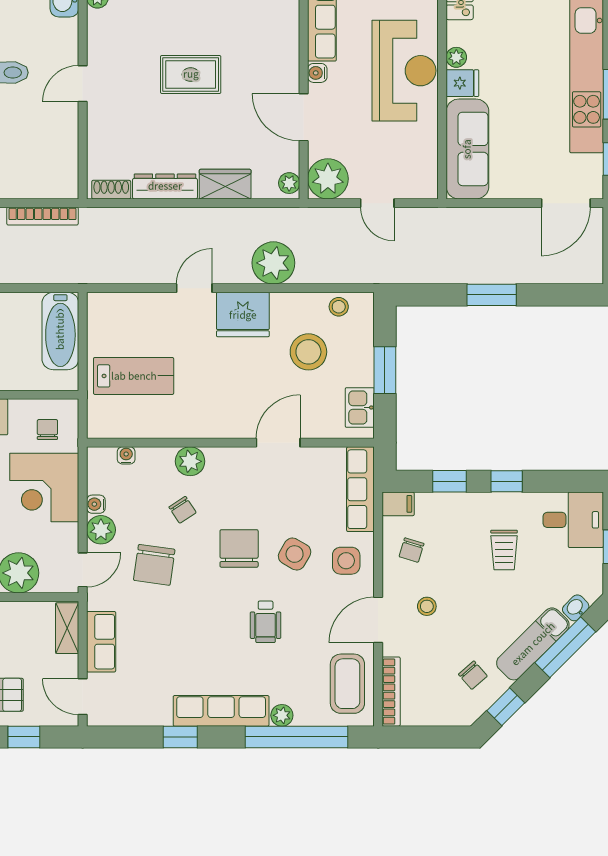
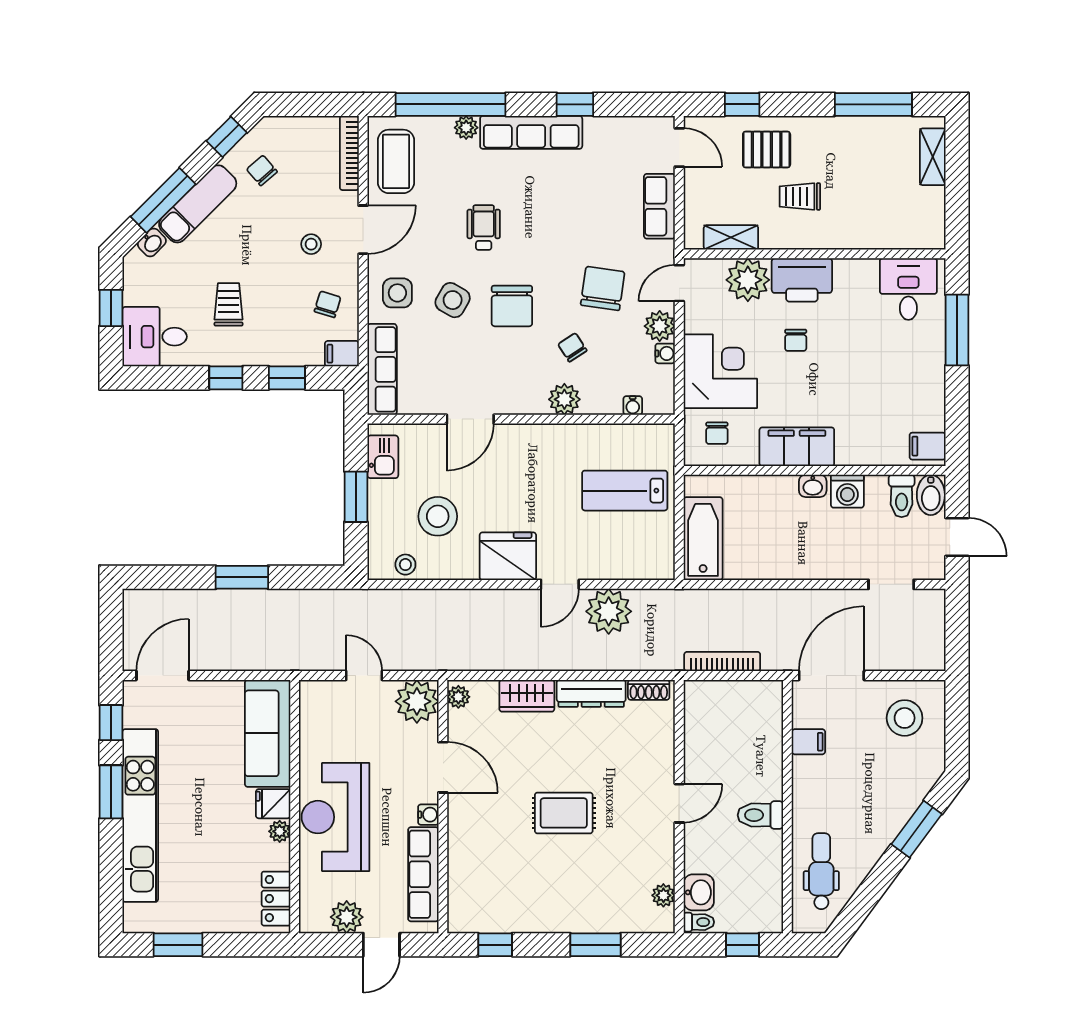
plant: (273, 263) -> (609, 611), moved
shelving: (67, 628) -> (731, 237), moved, turned 90

